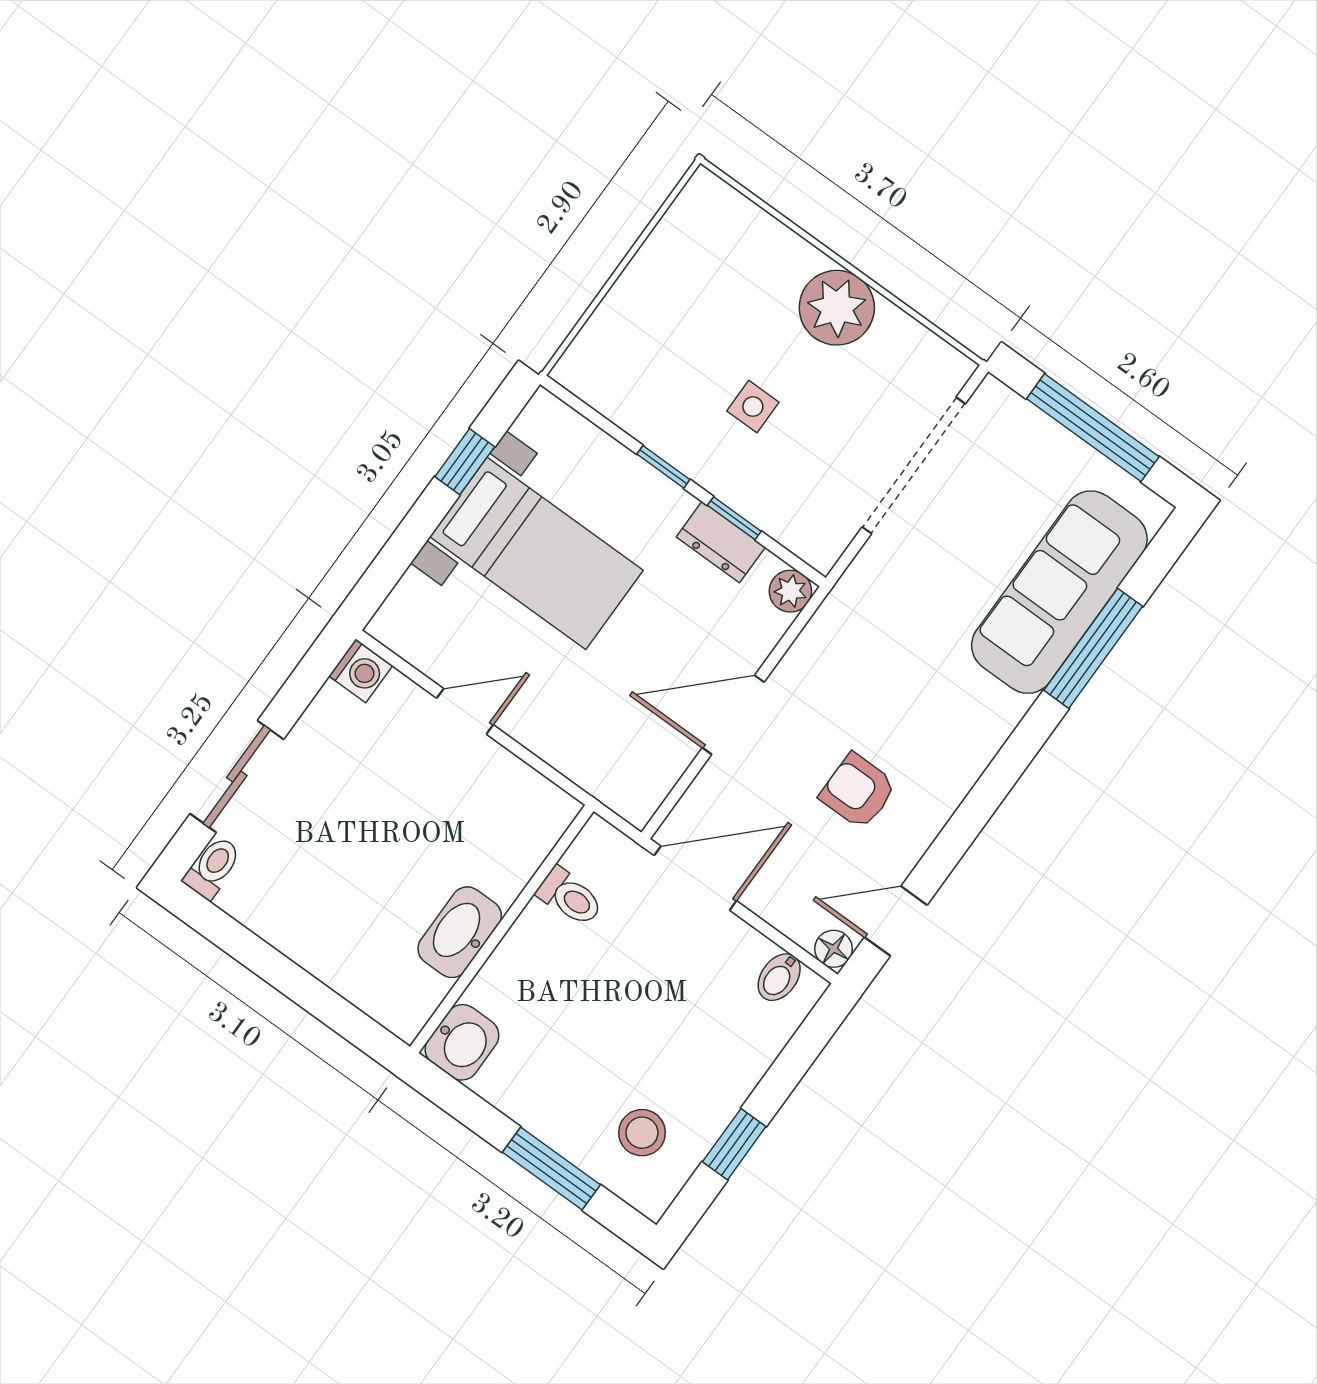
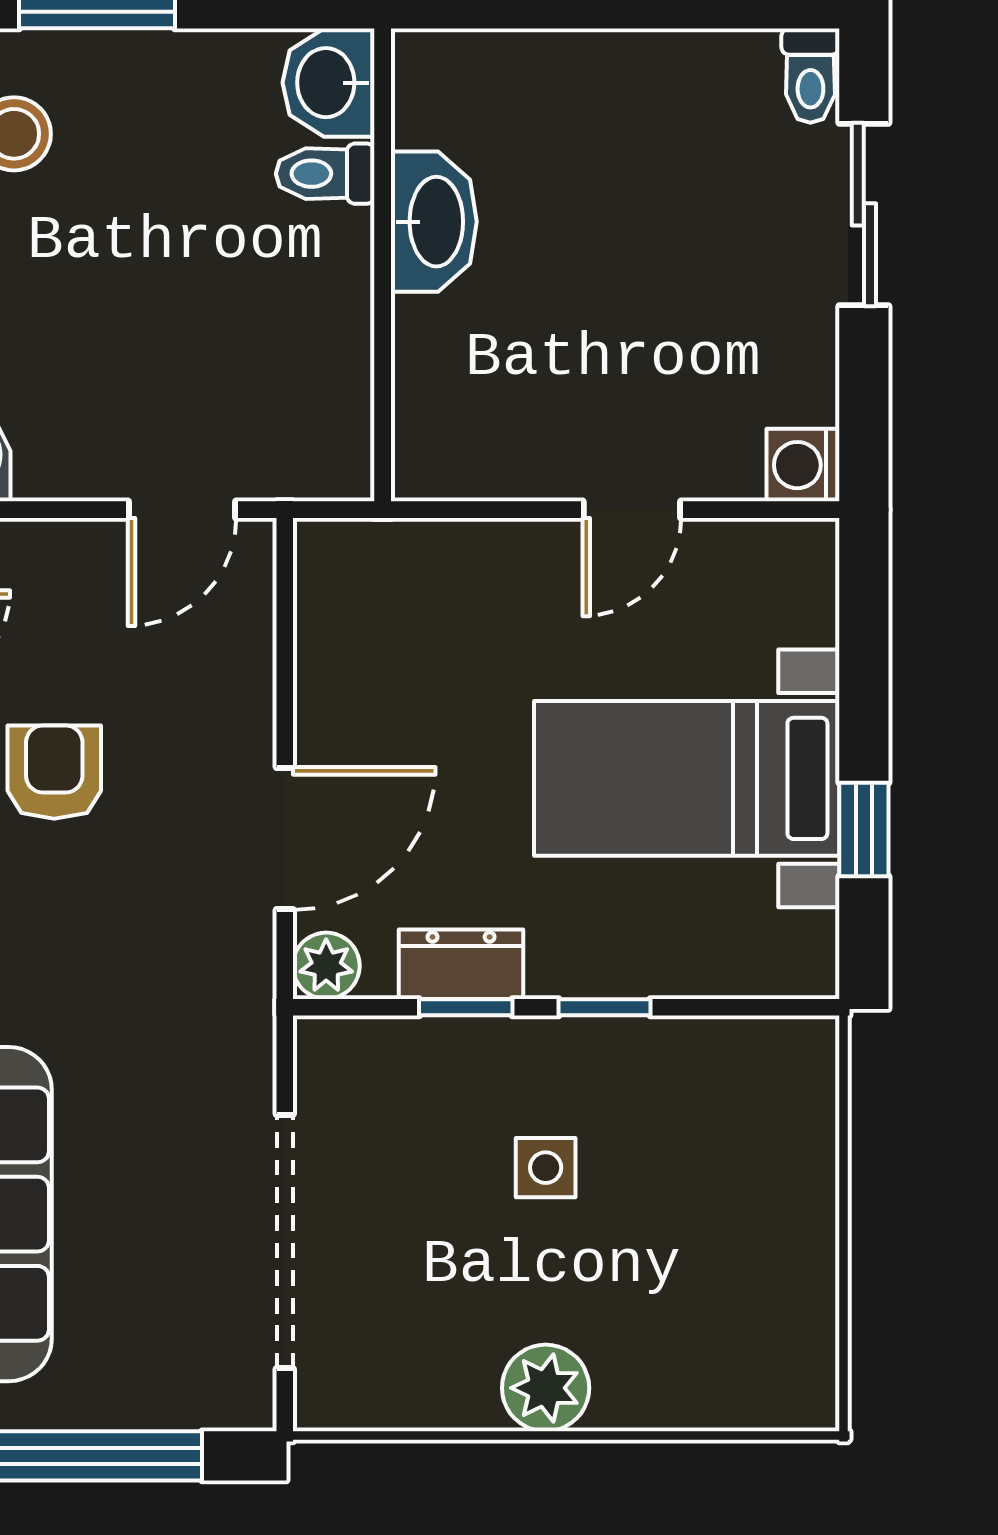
plant: (837, 308) -> (546, 1388), width x0.73, depth x0.73
door: (733, 715) -> (285, 839), moved
armchair: (858, 791) -> (54, 772), turned -90
door: (695, 878) -> (182, 510), width x0.73
toilet: (570, 897) -> (325, 174), moved

